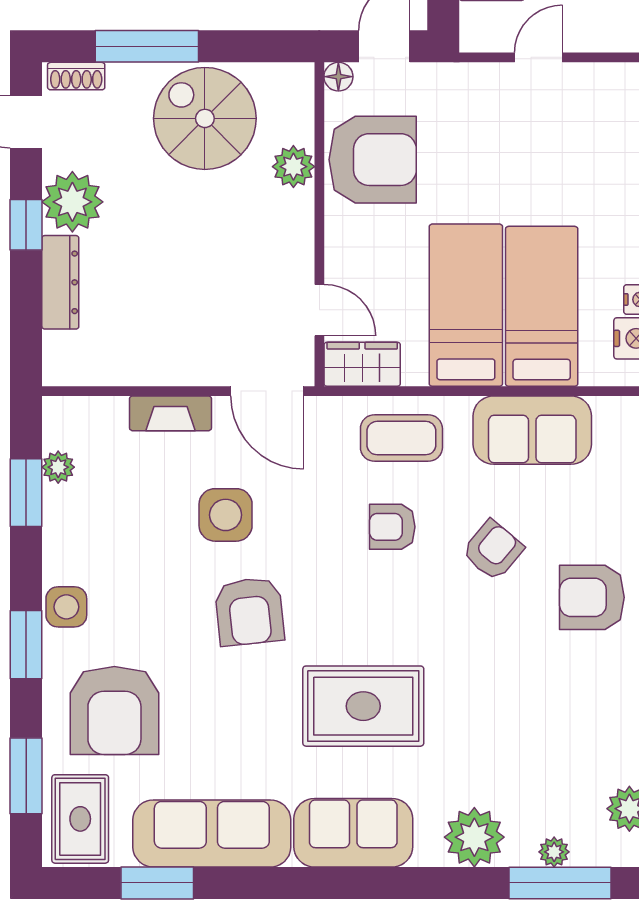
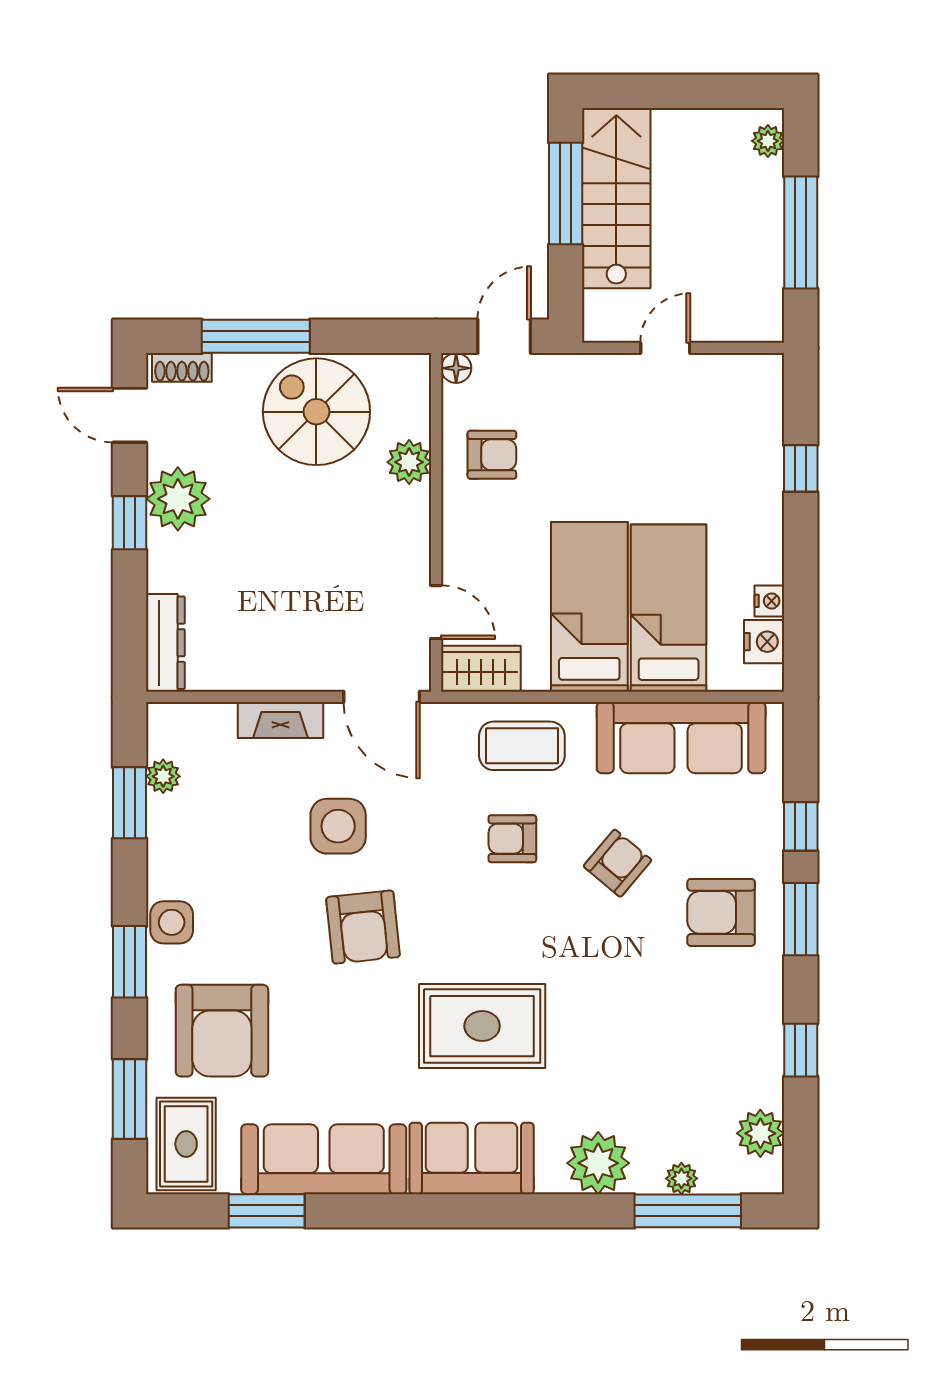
armchair: (373, 160) -> (492, 455), width x0.53, depth x0.53
dresser: (60, 282) -> (165, 643), moved
sofa: (532, 430) -> (681, 738), width x1.36

